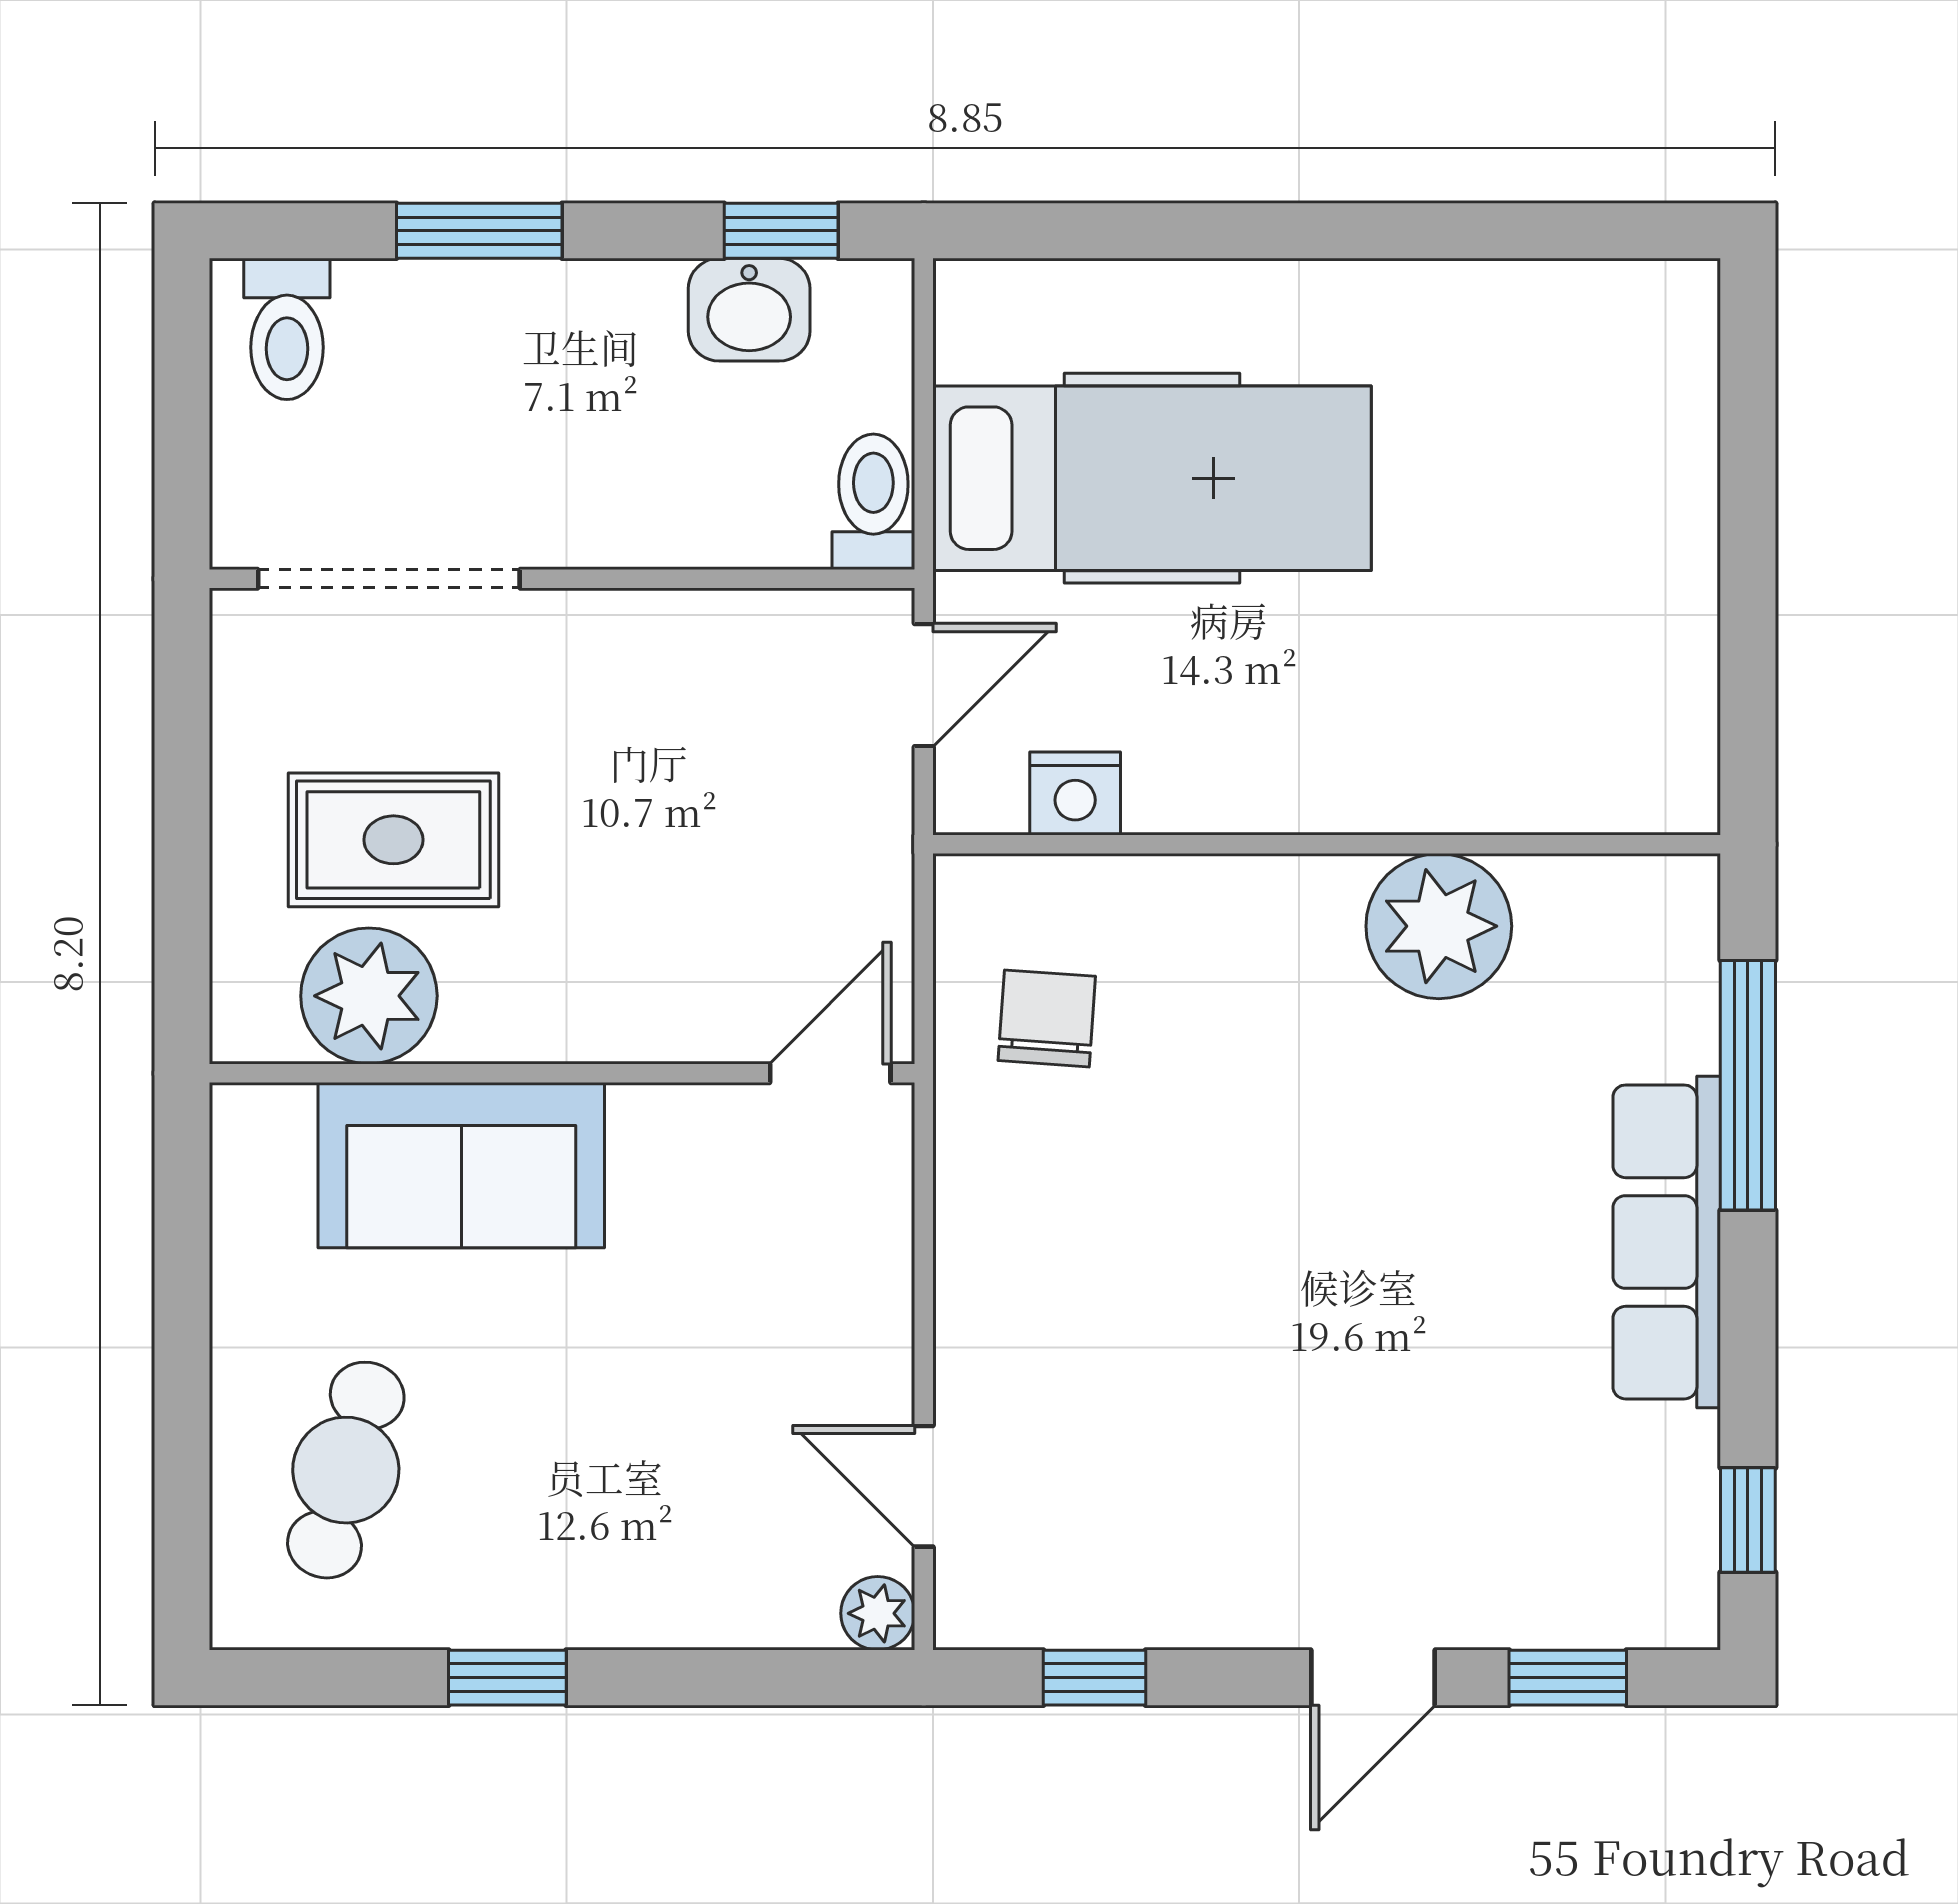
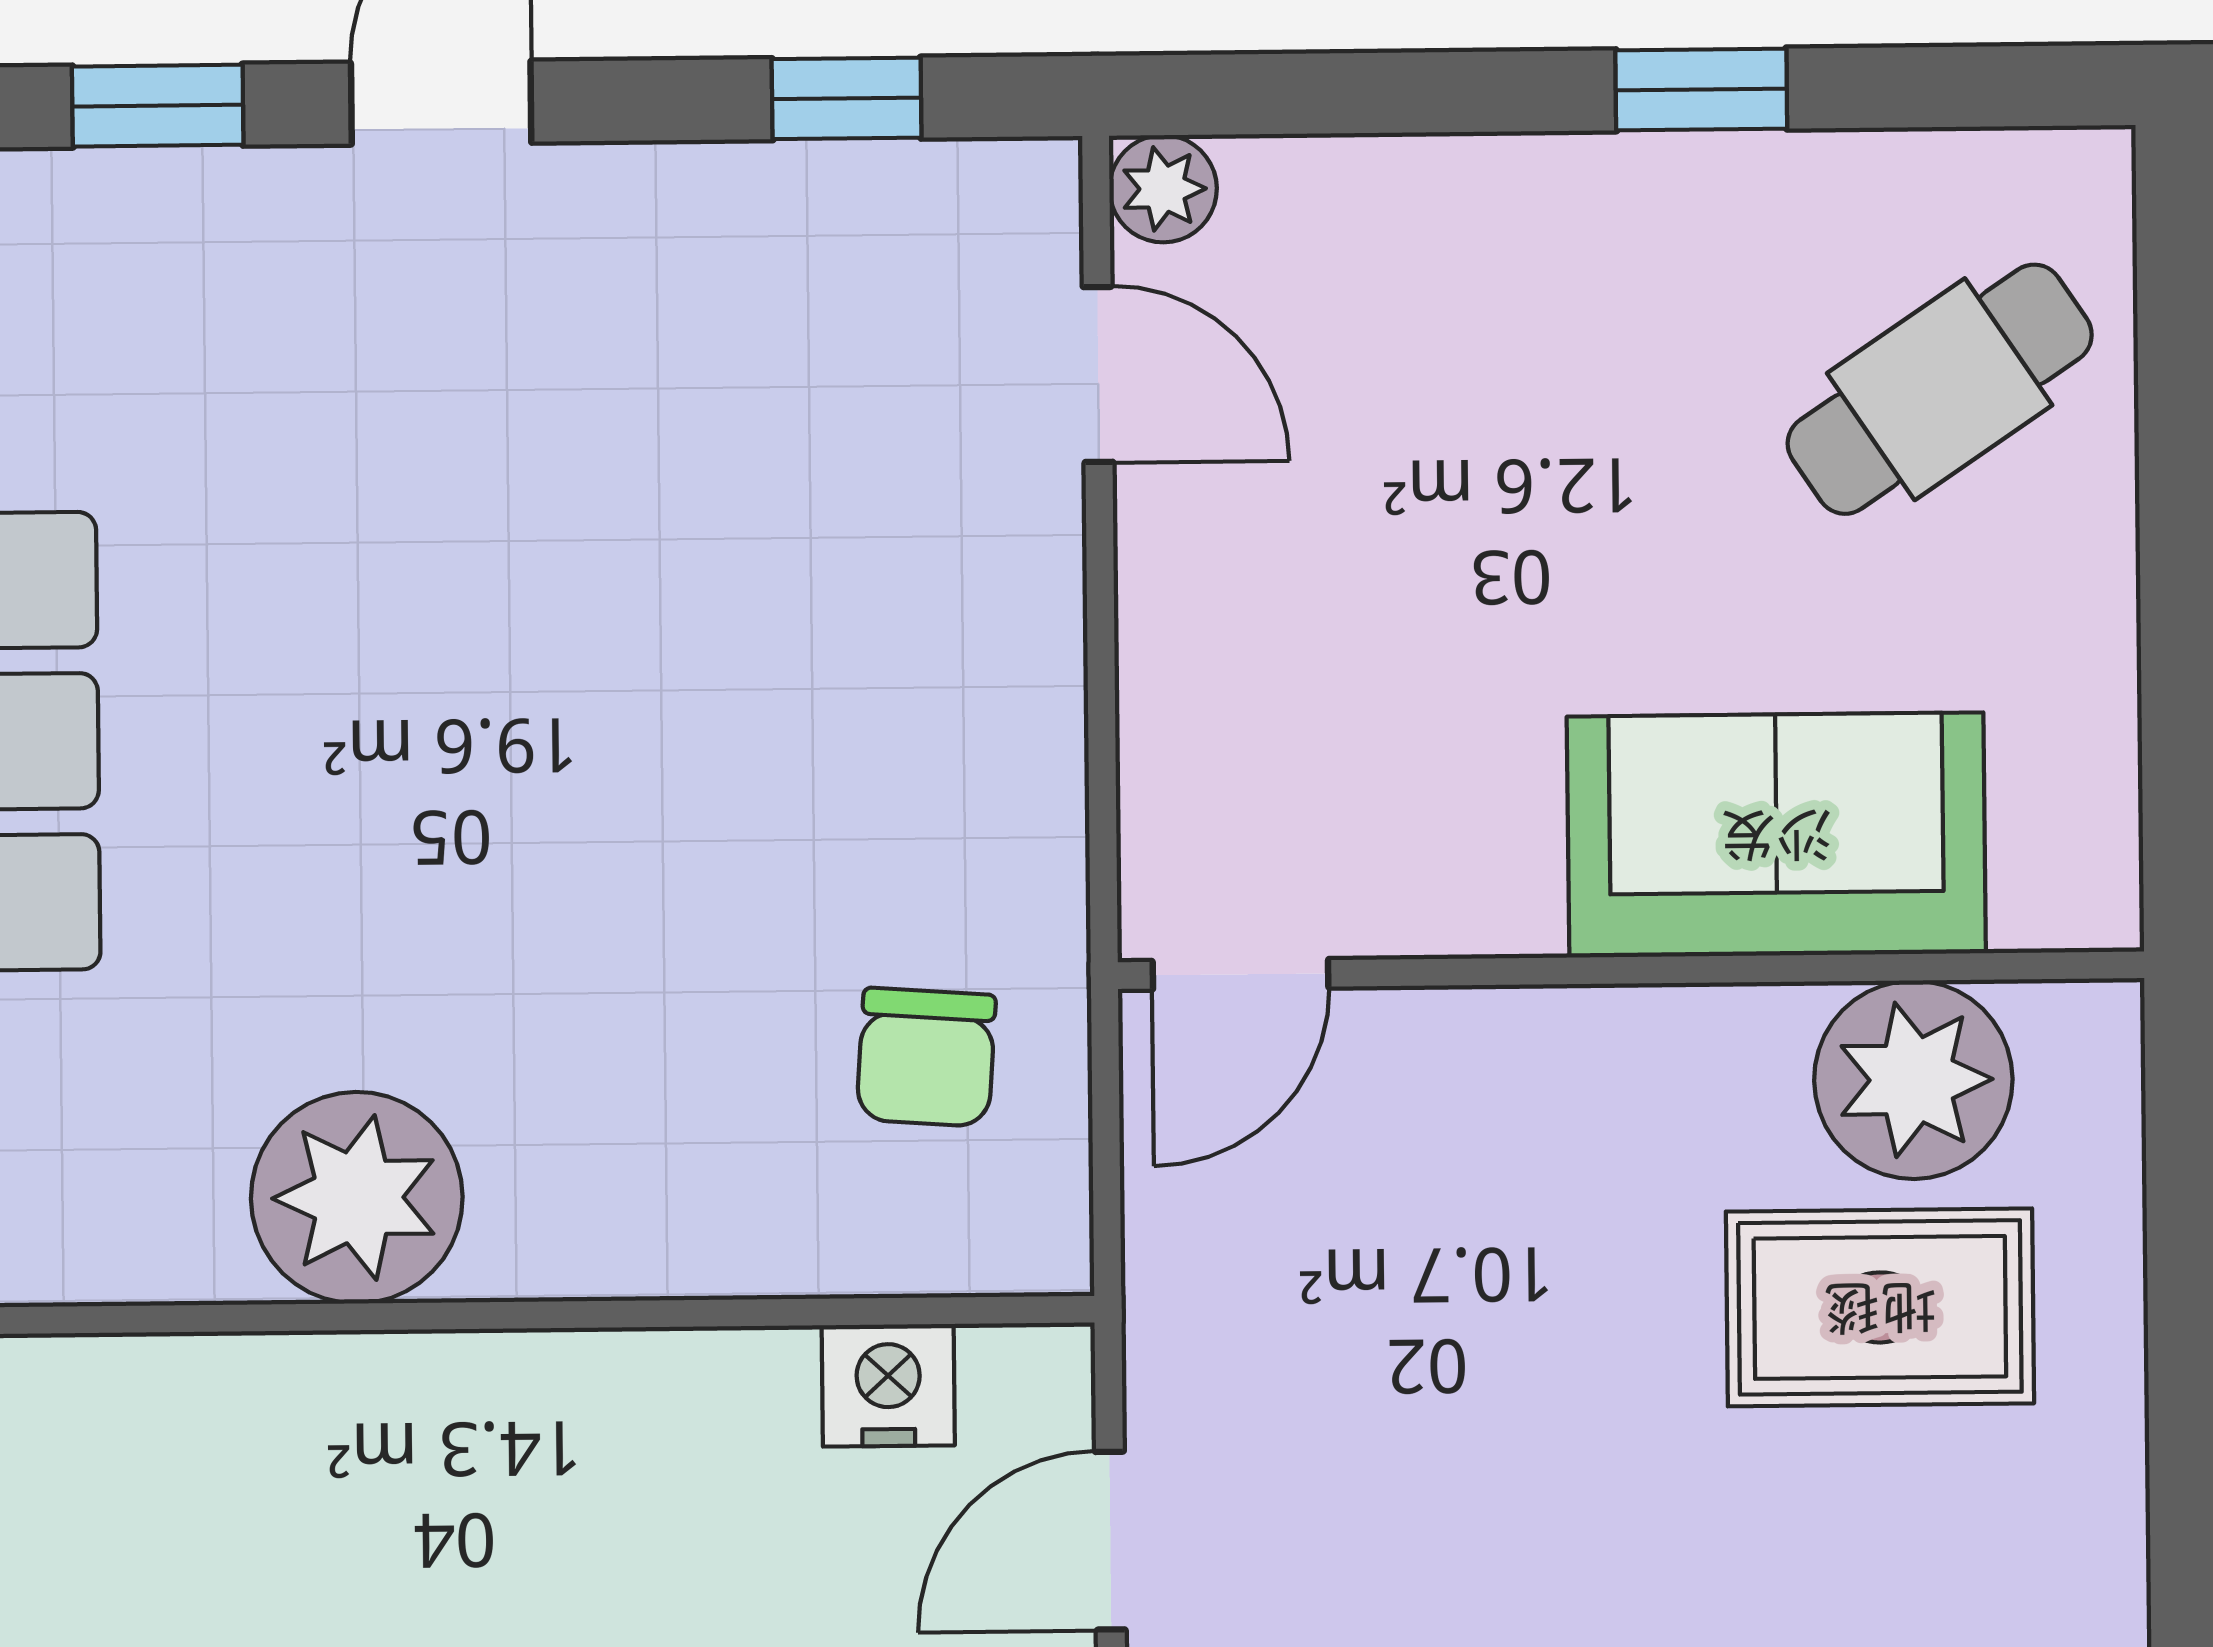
cafe table: (346, 1470) -> (1940, 389), turned 40

